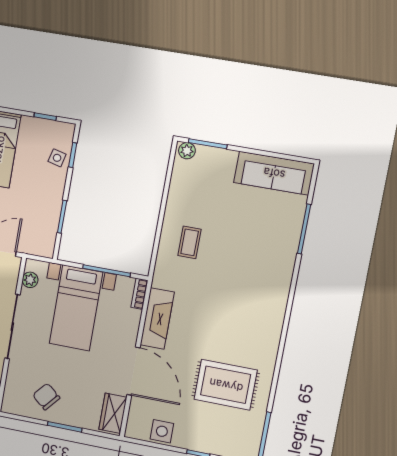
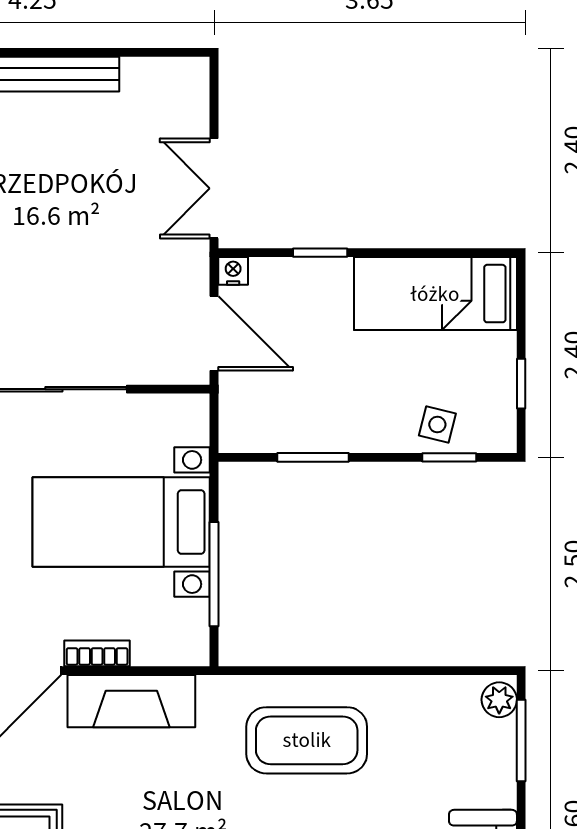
coffee table: (190, 242) -> (307, 740), width x1.86, depth x1.72
plant: (30, 280) -> (164, 411), removed
bookcase: (139, 294) -> (97, 653), moved

